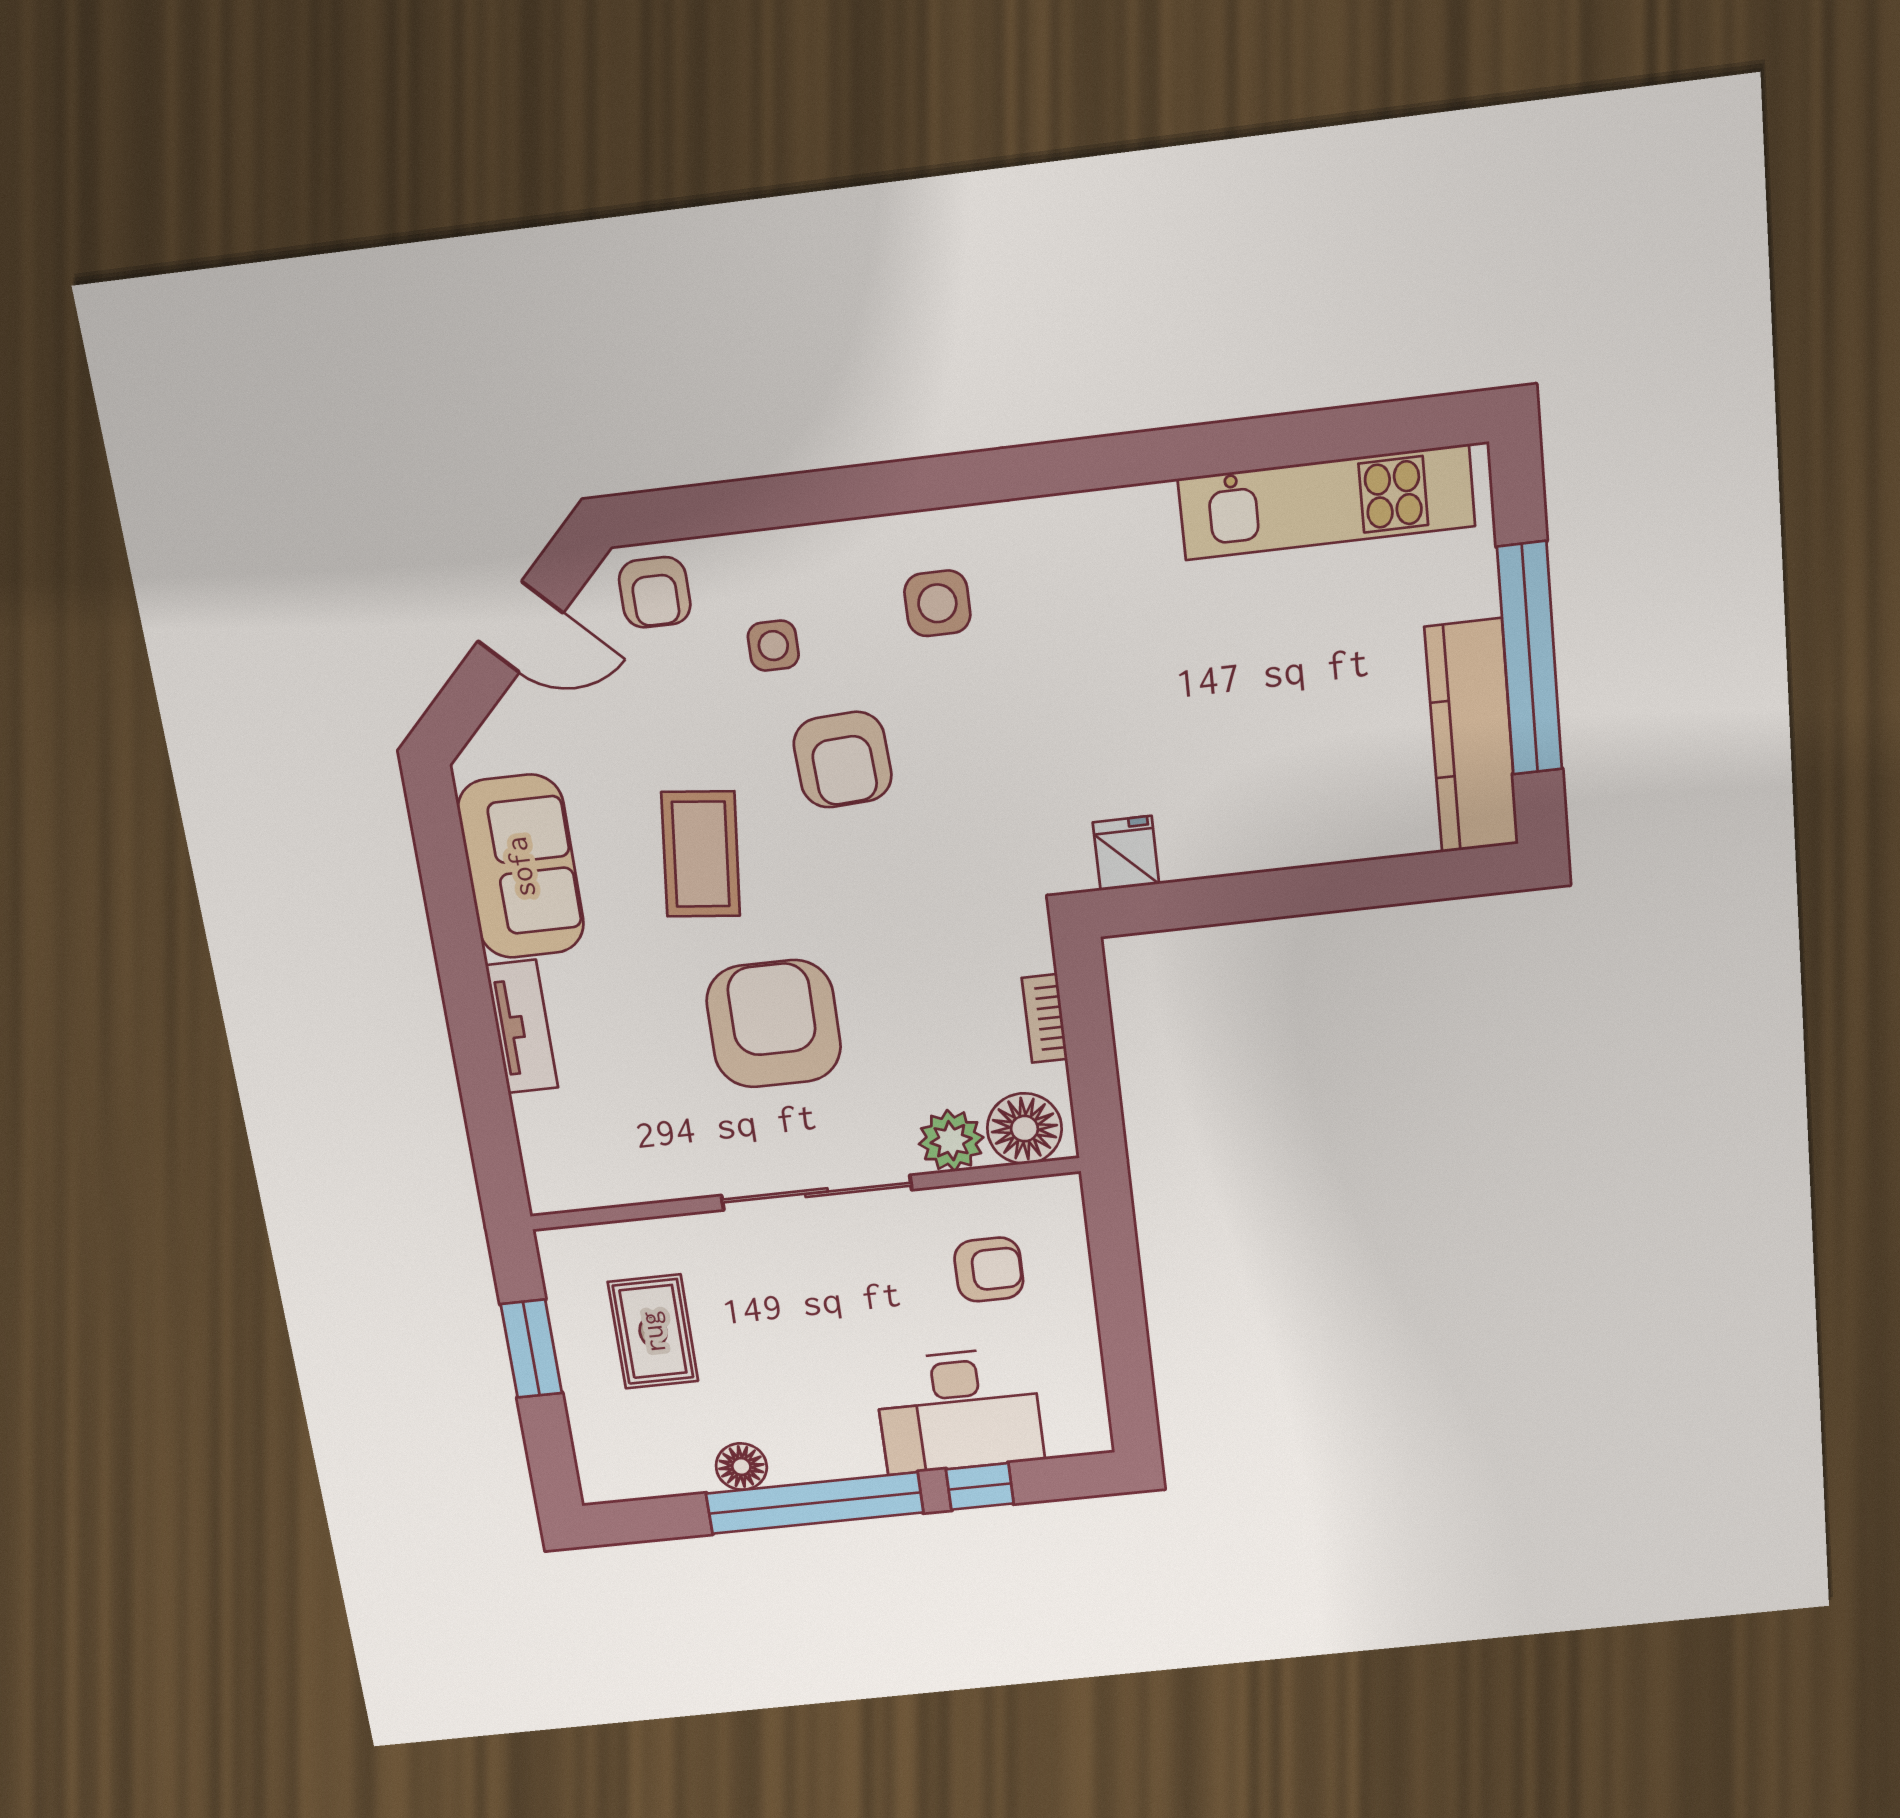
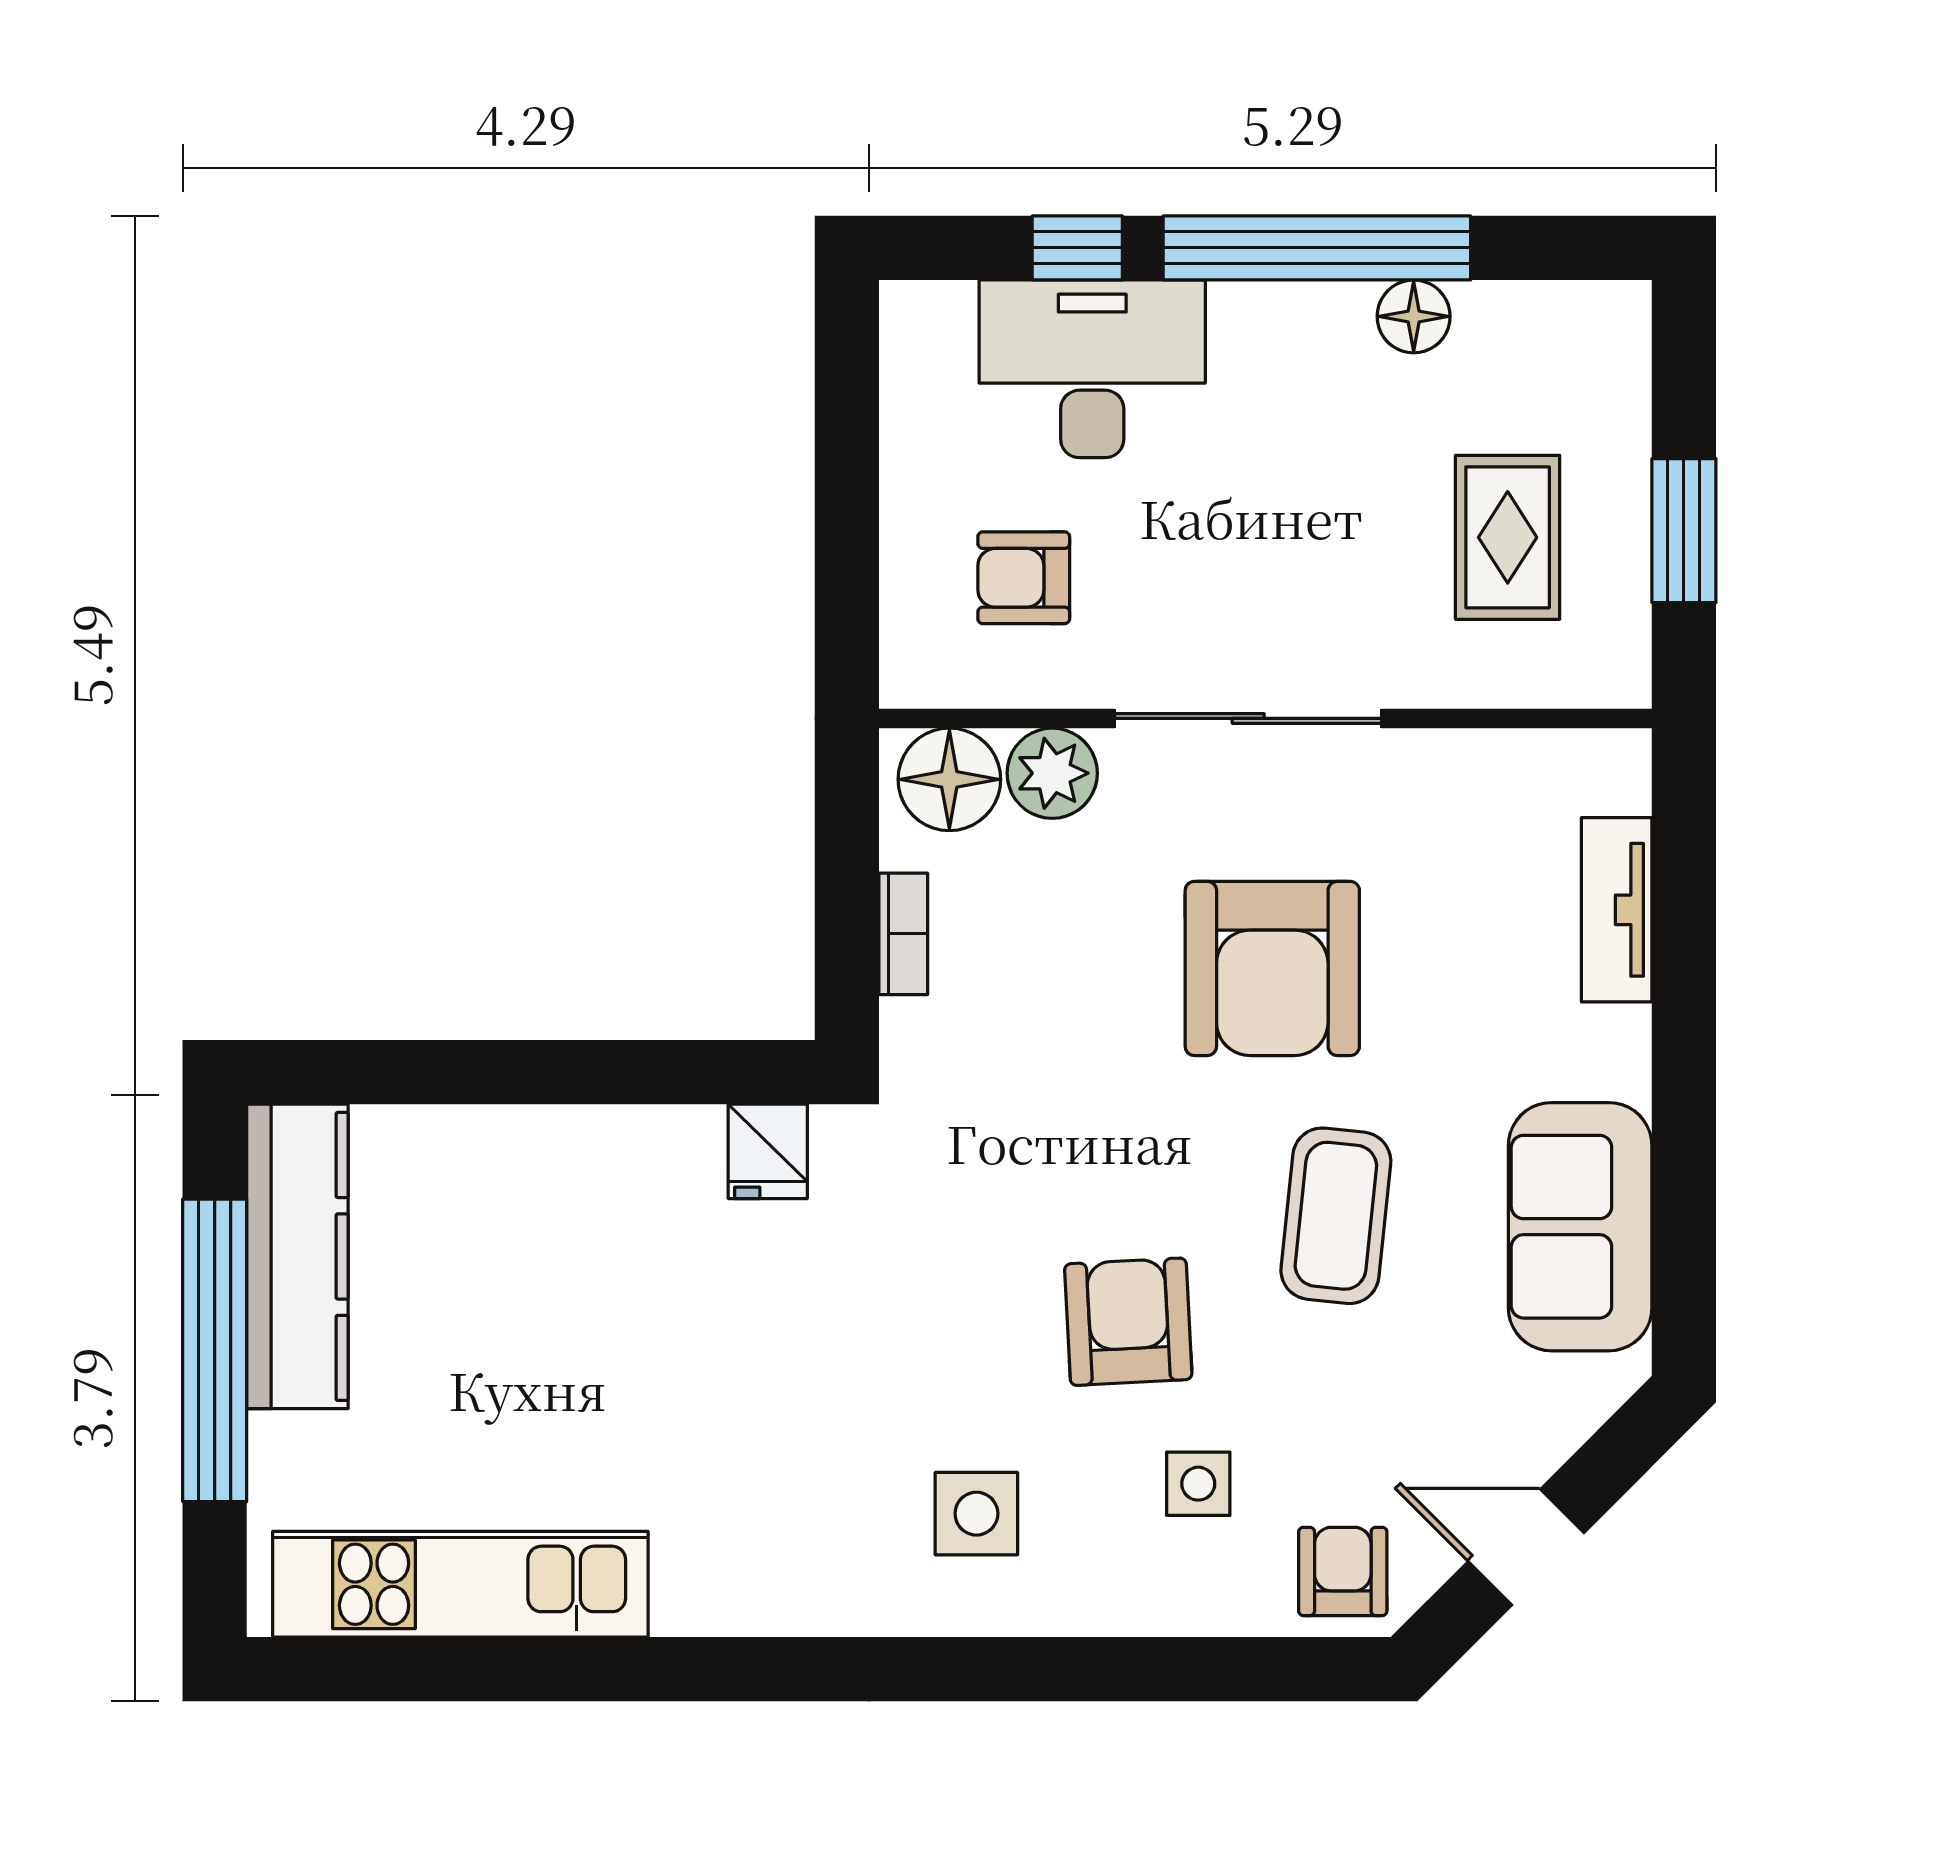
tv unit: (522, 1027) -> (1617, 910), moved

